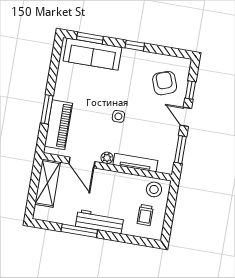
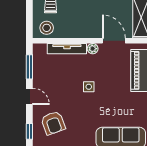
window: (190, 90) -> (29, 131), moved

